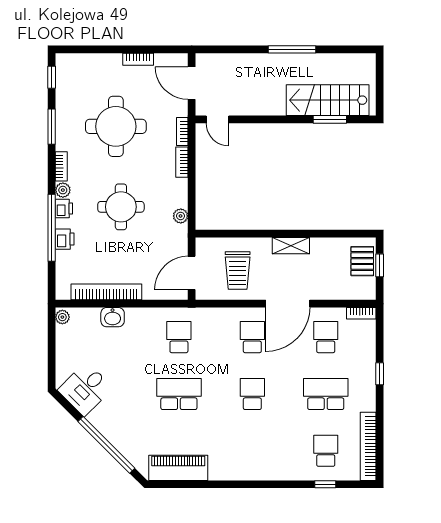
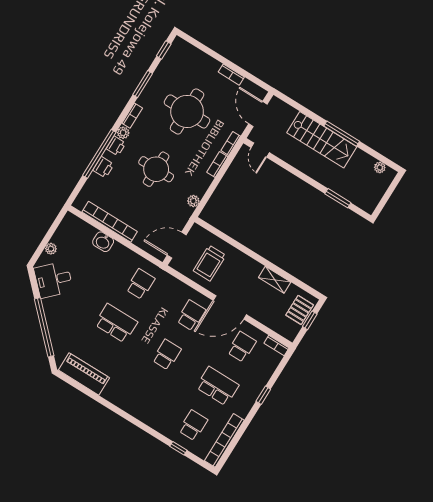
plant: (354, 60) -> (380, 167), added
stairs: (328, 100) -> (322, 140), moved, turned 180
shelving: (291, 246) -> (275, 280), moved
plant: (62, 317) -> (51, 249), moved

